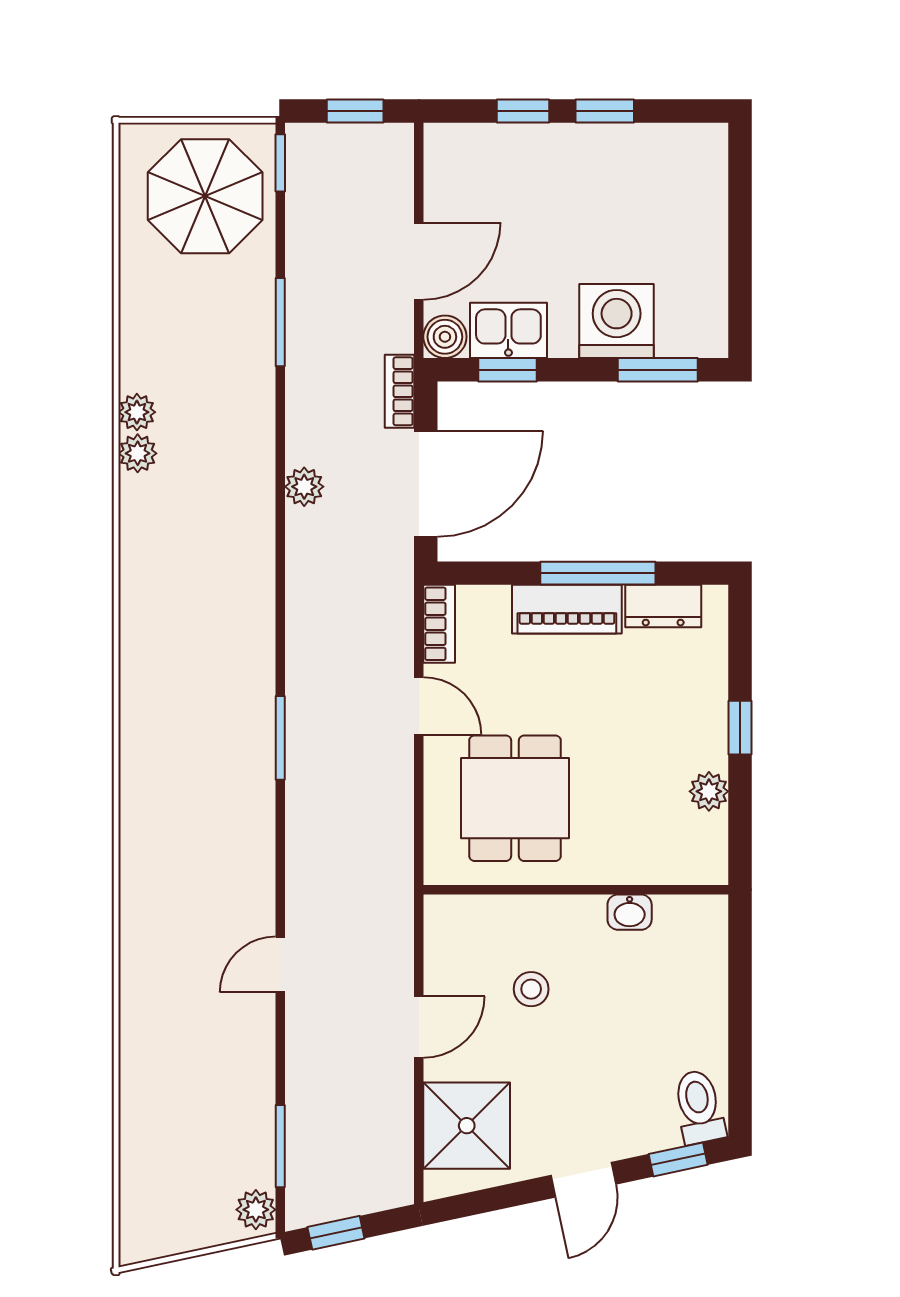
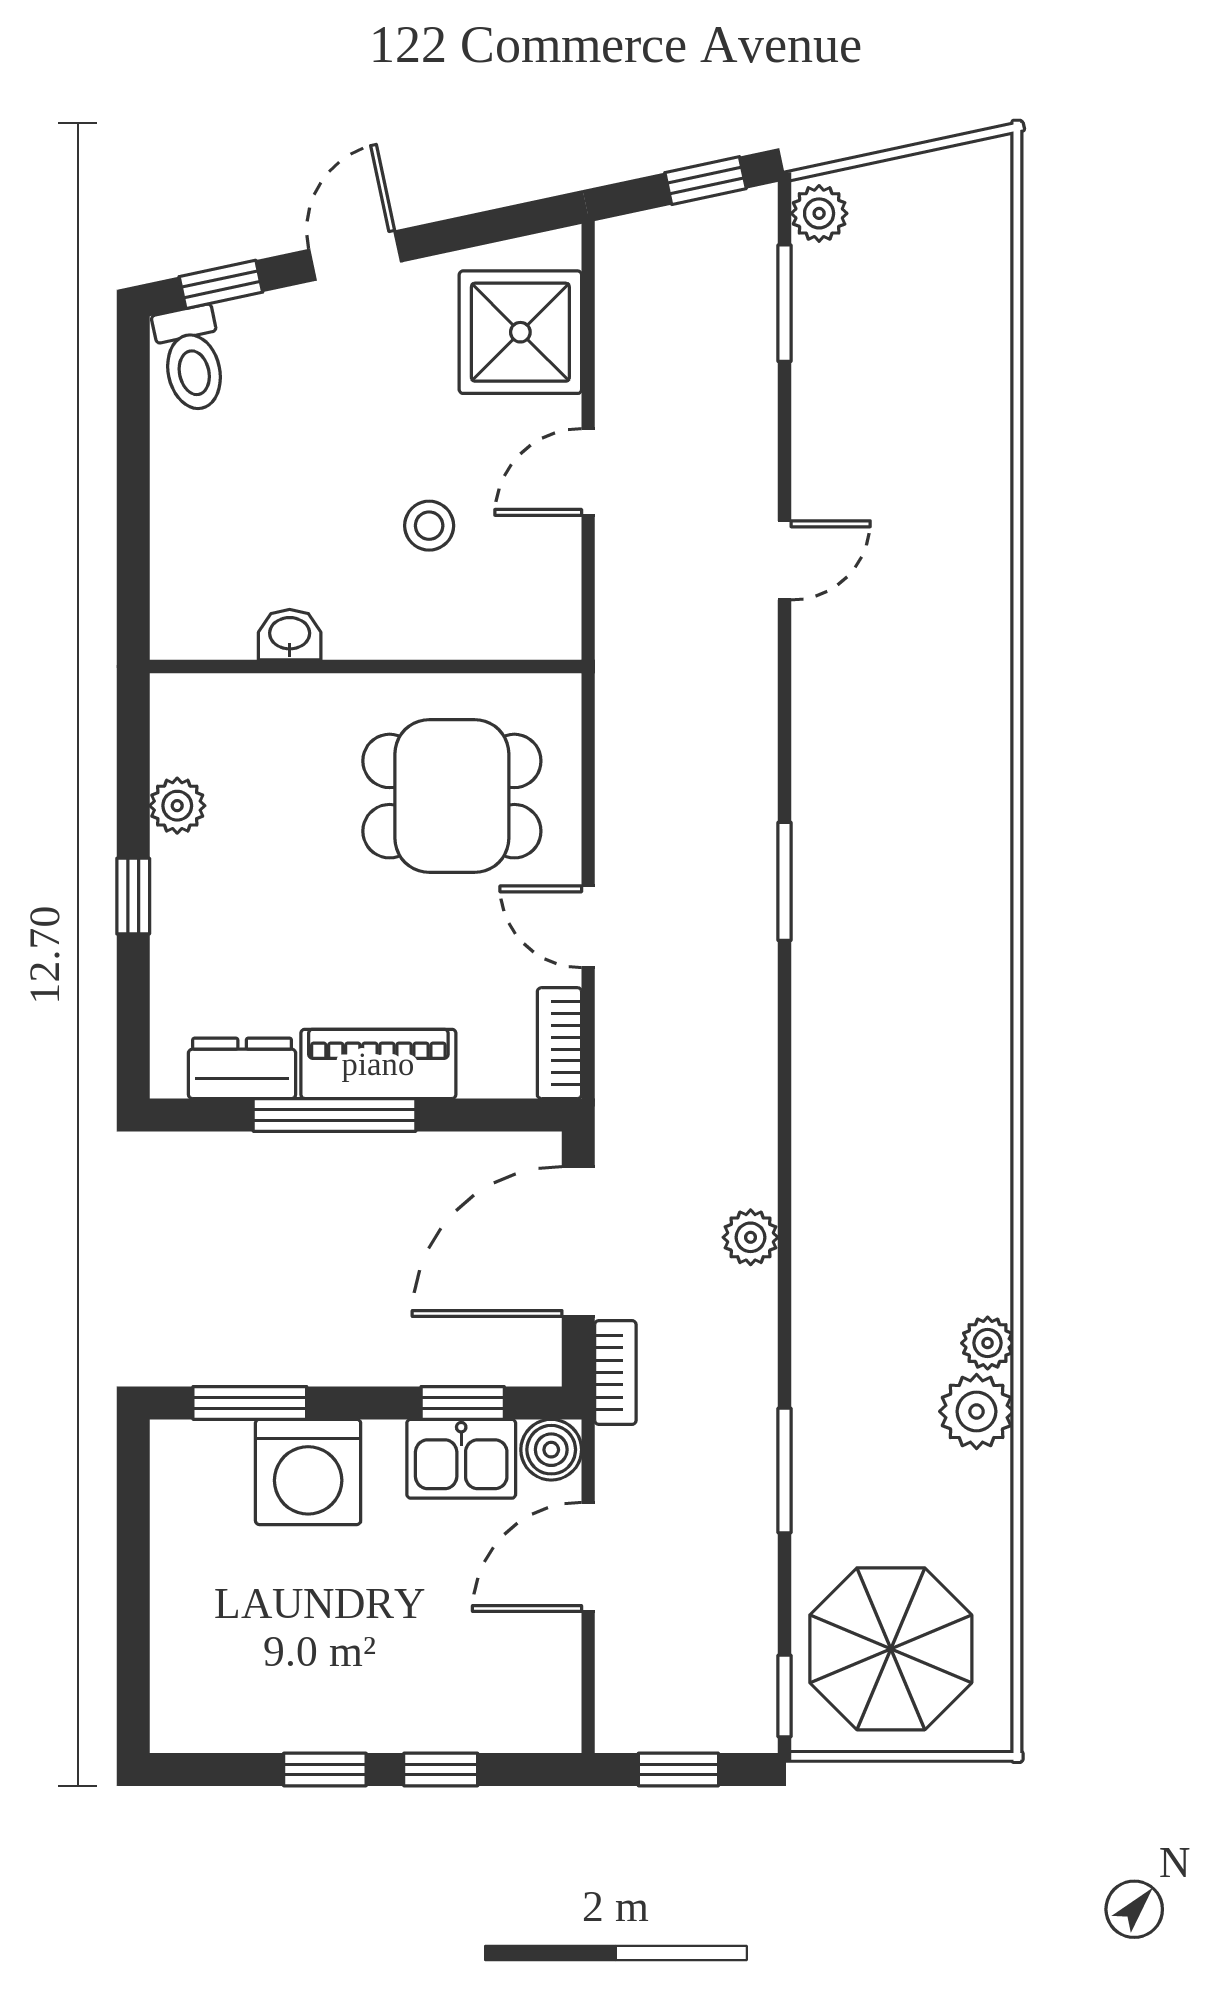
plant: (138, 453) -> (977, 1411), moved, width x1.38, depth x1.38
dining table: (515, 798) -> (452, 796), turned 90

